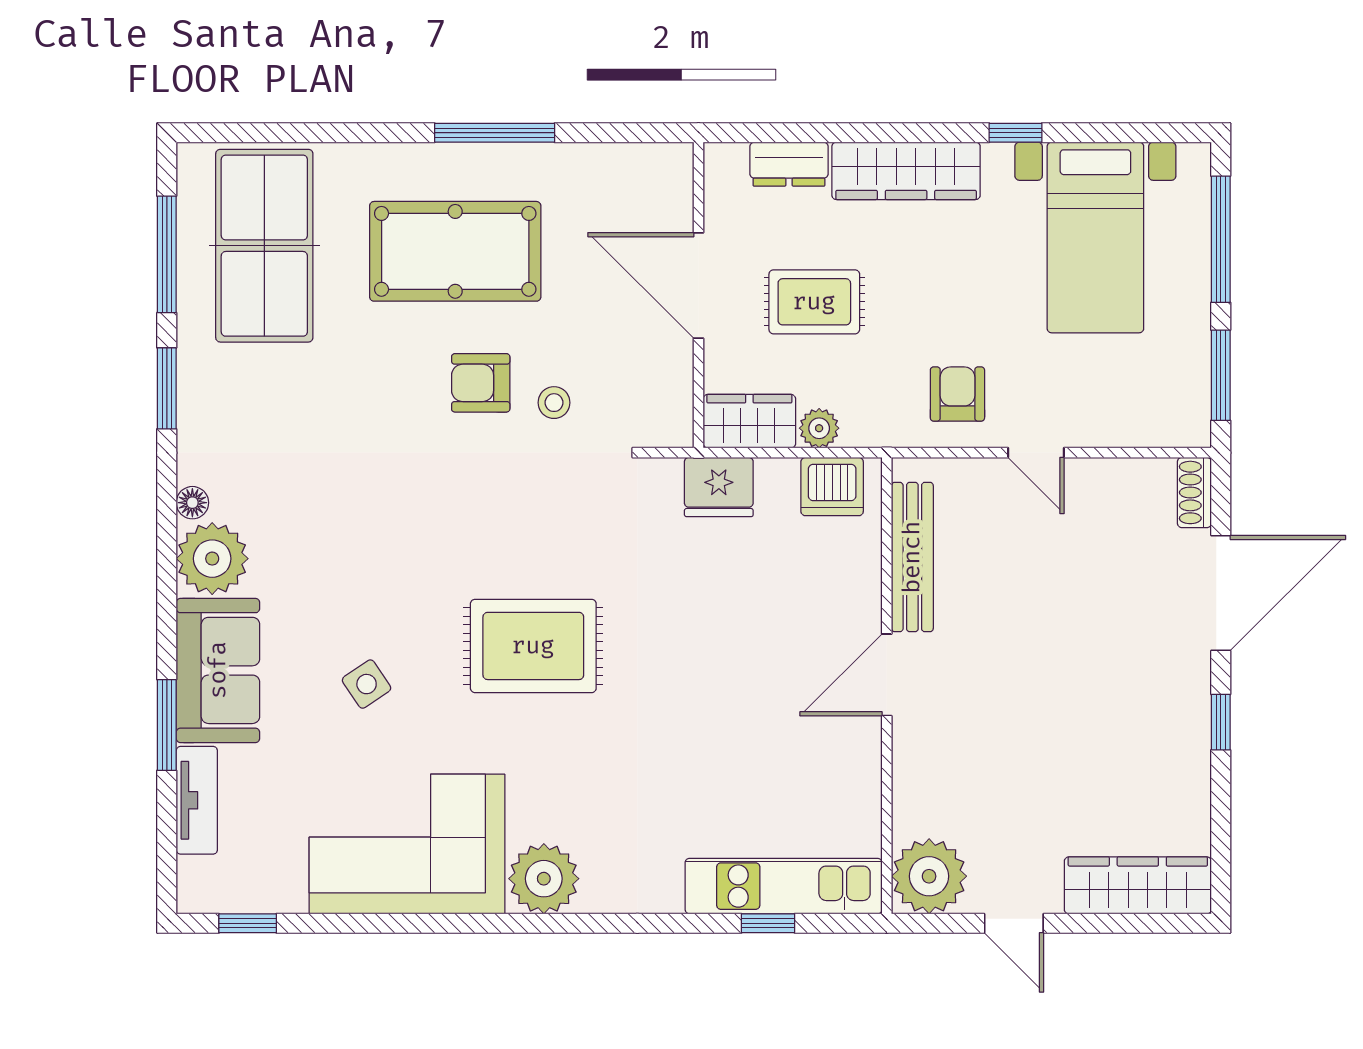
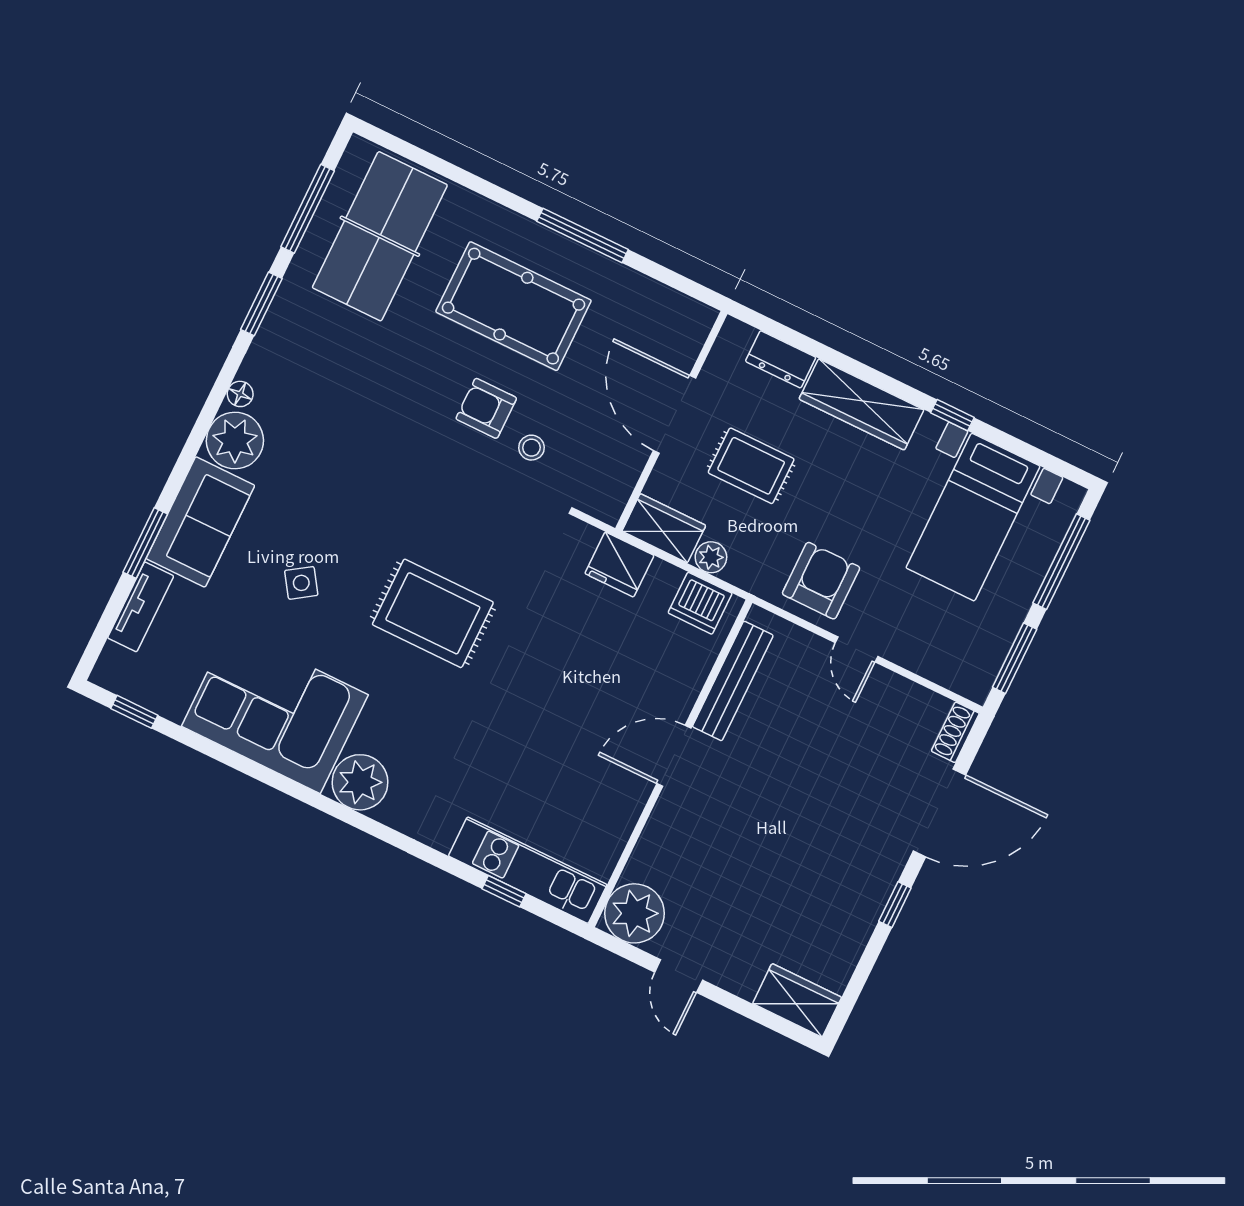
armchair: (957, 394) -> (821, 581), width x1.38, depth x1.38
wardrobe: (1138, 885) -> (797, 1000), width x0.67

